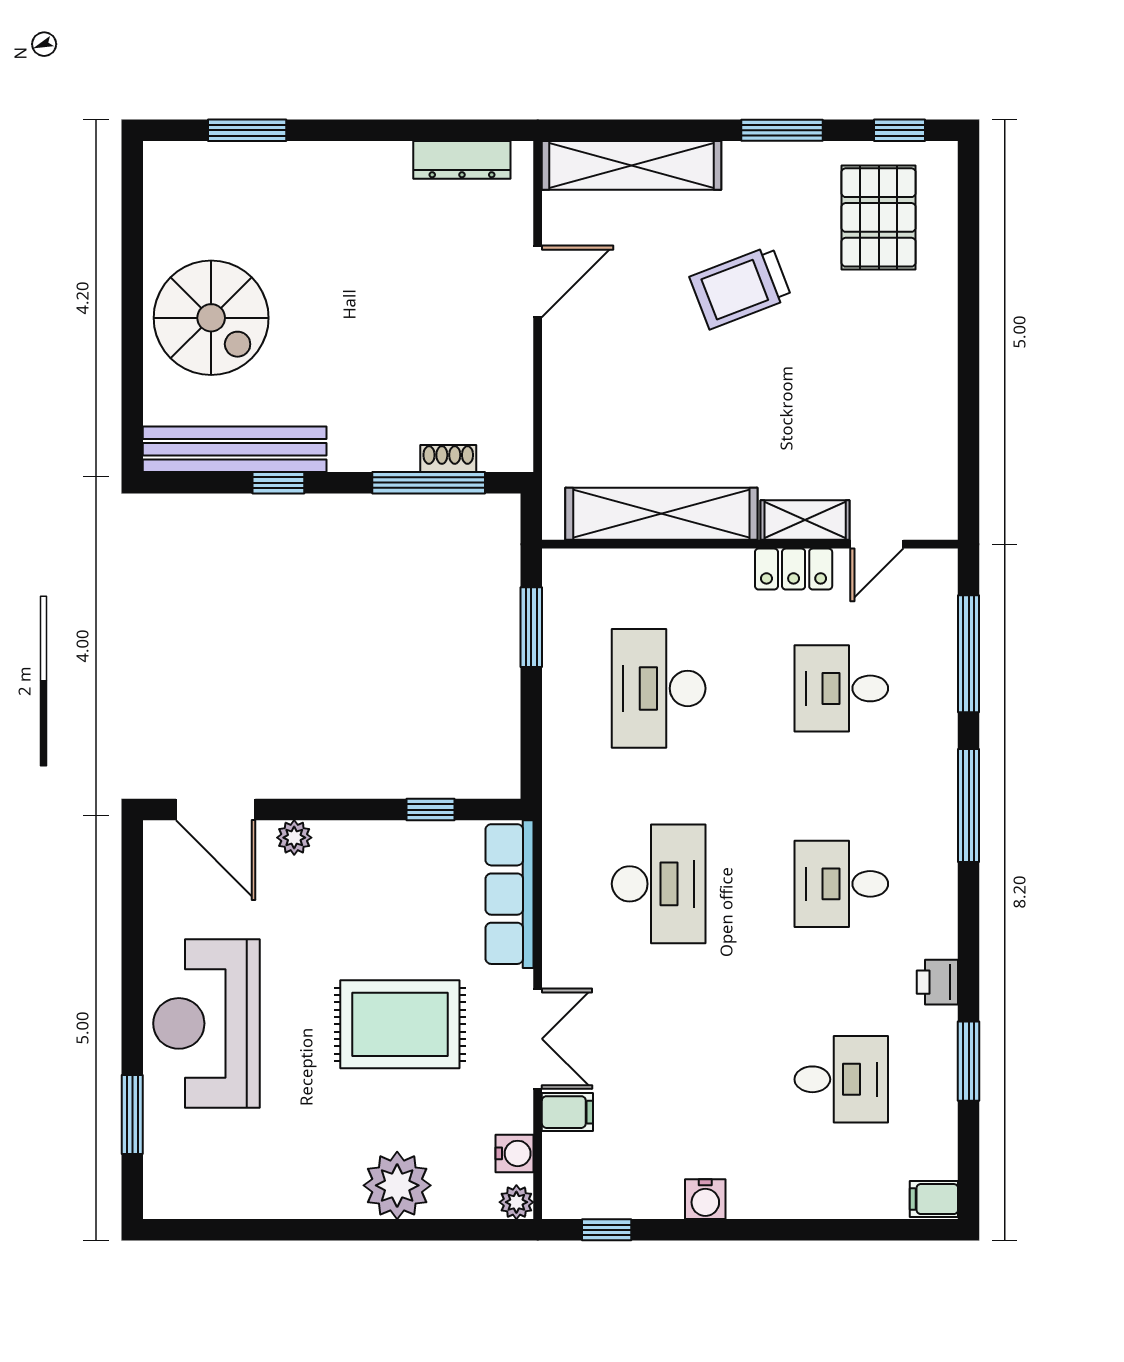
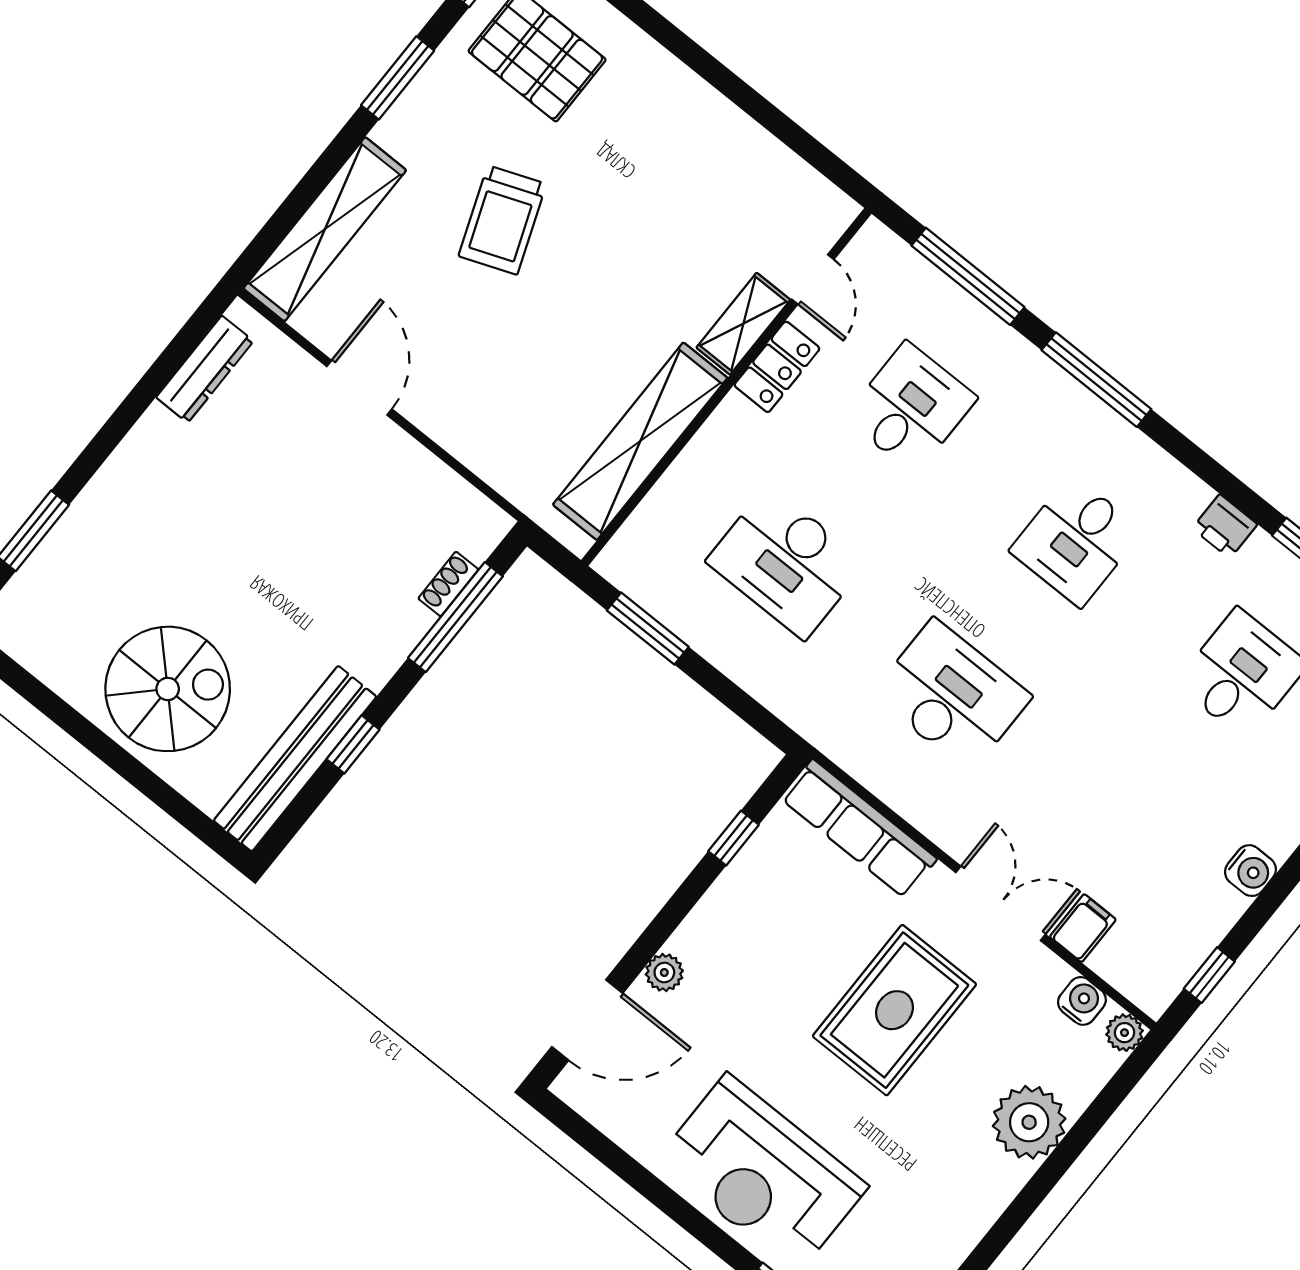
desk: (841, 688) -> (911, 408), turned 180

